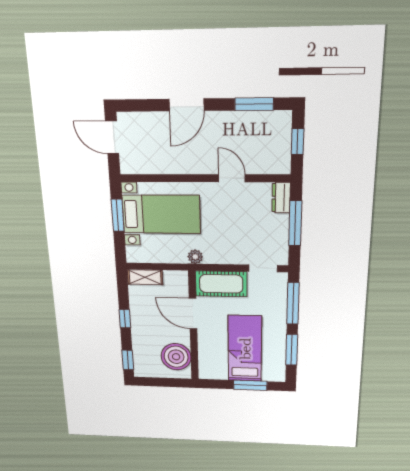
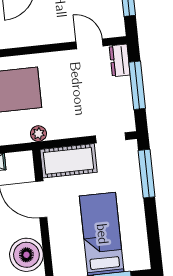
door: (232, 178) -> (90, 44), moved
window: (292, 350) -> (152, 228), removed

